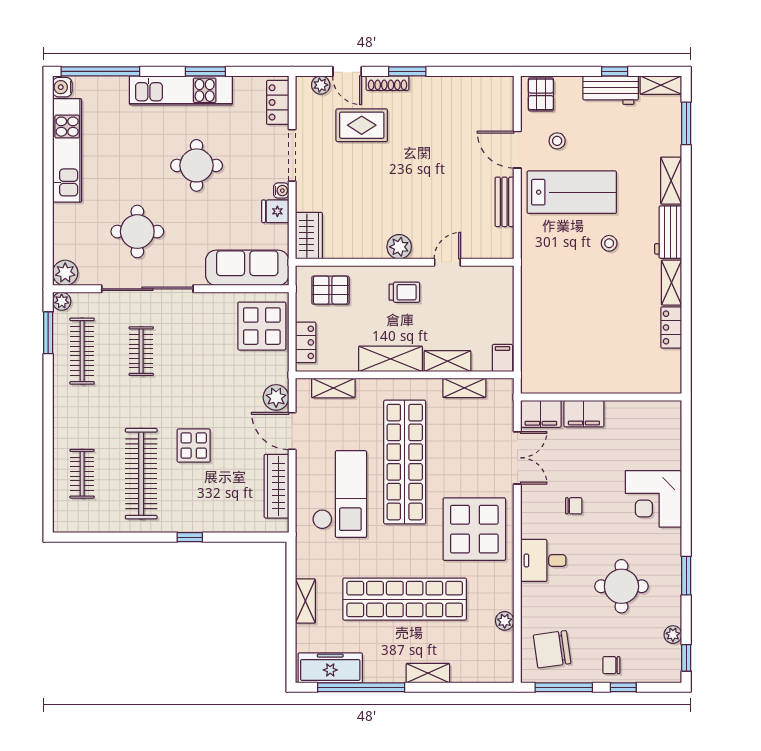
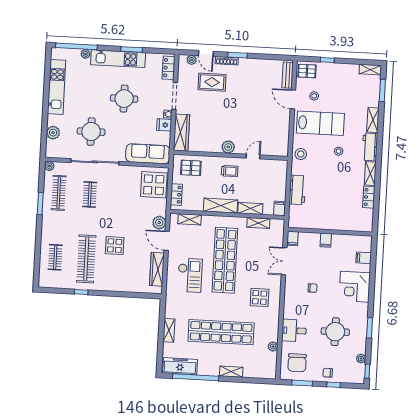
window: (615, 71) -> (327, 60), moved
plant: (119, 85) -> (86, 54), added
water cooler: (62, 87) -> (56, 54), removed
workbench: (611, 90) -> (297, 190), moved, turned -90
pallet: (541, 94) -> (307, 71), turned 90
bench: (505, 202) -> (288, 75), moved
wardrobe: (309, 236) -> (181, 133), width x1.50
stool: (538, 253) -> (301, 154), added
plant: (65, 273) -> (53, 133), moved
window: (48, 333) -> (40, 204), moved
filing cabinet: (541, 414) -> (293, 238), width x0.50
filing cabinet: (584, 414) -> (326, 240), width x0.50
filing cabinet: (668, 443) -> (364, 258), added
double door: (517, 458) -> (284, 261), swing flipped
checkout: (340, 494) -> (190, 275), width x0.73, depth x0.83
display table: (474, 529) -> (260, 297), width x0.54, depth x0.54
window: (190, 537) -> (81, 292), moved
desk: (543, 560) -> (294, 331), moved
chair: (552, 649) -> (297, 363), turned -82
window: (564, 687) -> (302, 383), width x0.69

